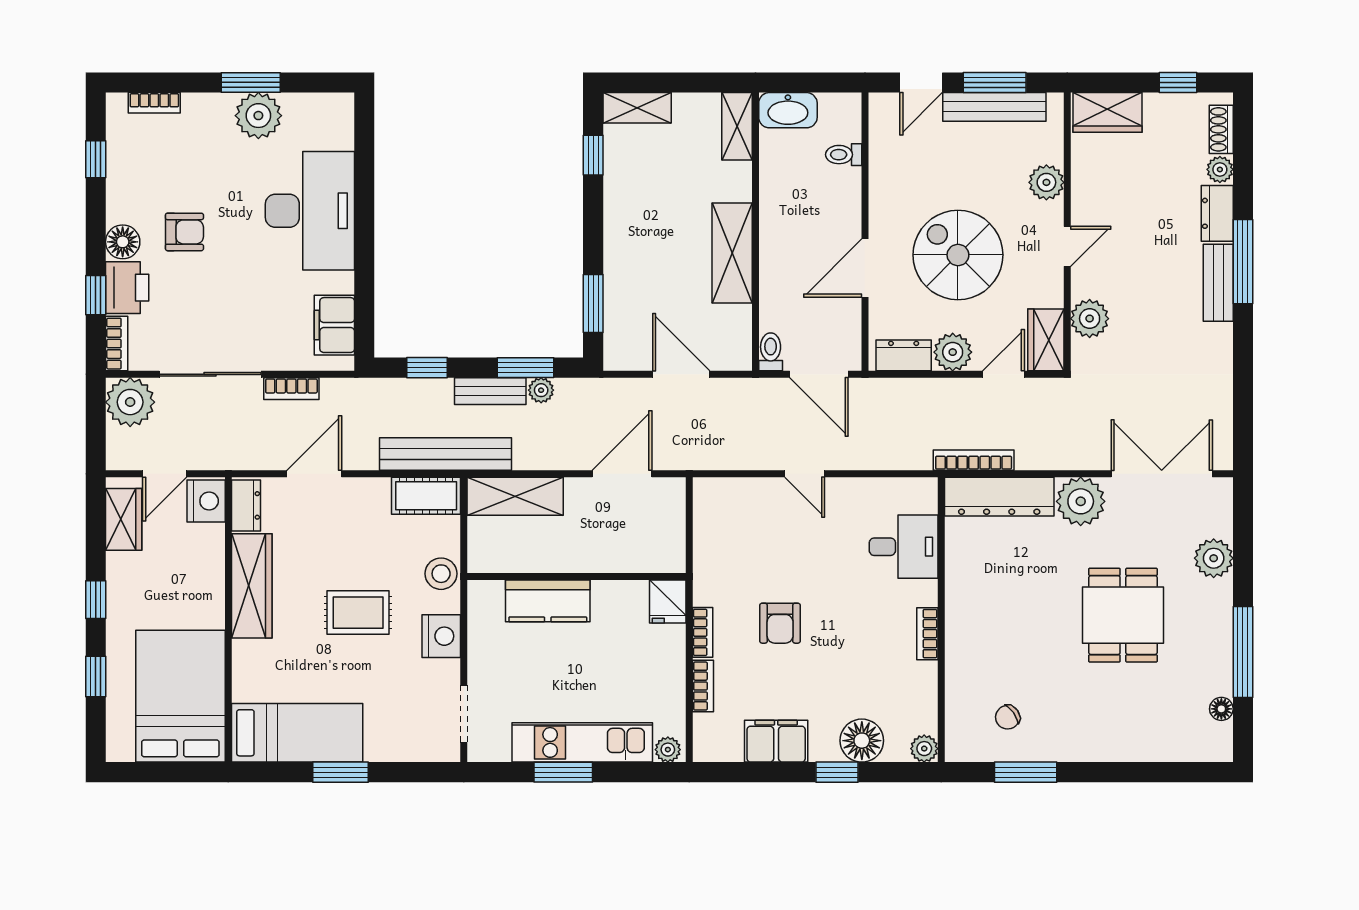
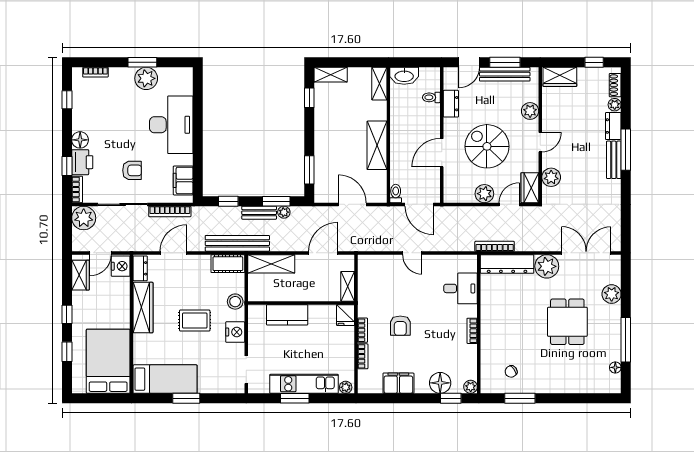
armchair: (184, 232) -> (132, 170), moved
dresser: (904, 355) -> (451, 104), moved, turned 90
bookcase: (291, 389) -> (170, 211), width x1.56
shelving: (672, 542) -> (348, 286), added
window: (837, 772) -> (451, 398), moved

